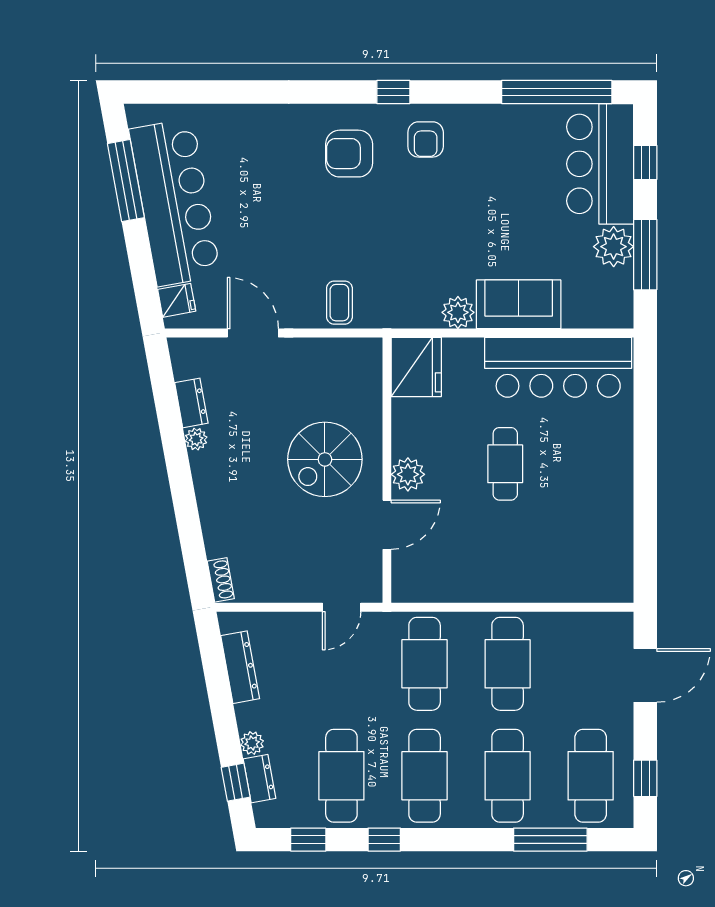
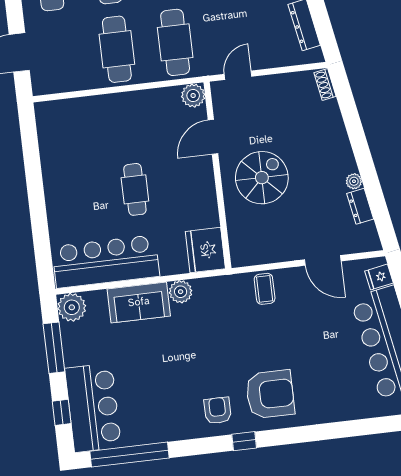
armchair: (349, 154) -> (270, 394), width x1.36, depth x1.36
plant: (614, 247) -> (72, 307), moved
plant: (408, 474) -> (193, 96), moved

